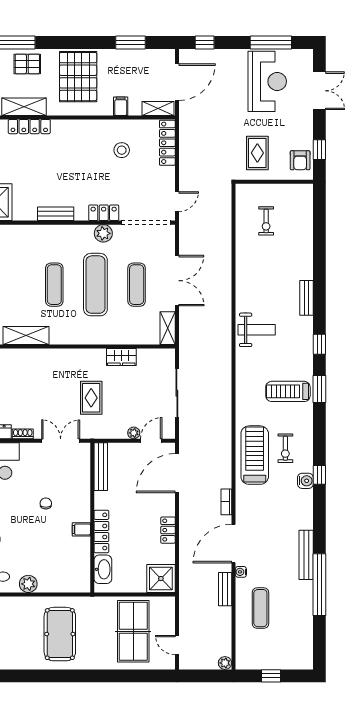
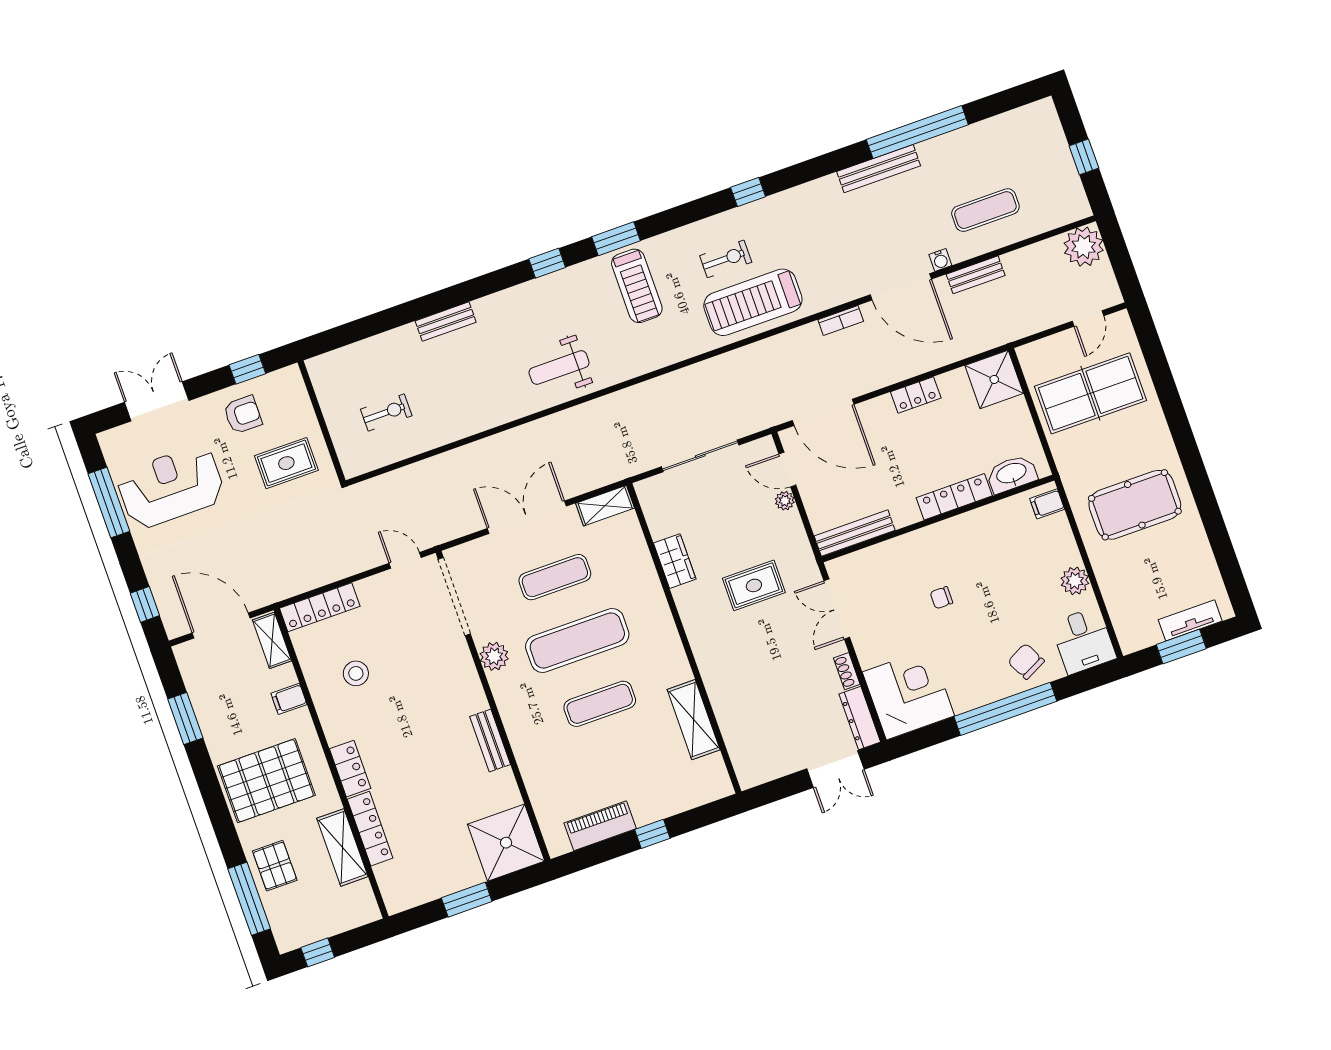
armchair: (300, 160) -> (243, 415), moved
locker: (104, 213) -> (350, 769), moved, turned 180
bench: (306, 298) -> (446, 322), moved
weight bench: (257, 330) -> (559, 368), turned -90
water cooler: (305, 481) -> (765, 210), removed
filing cabinet: (81, 529) -> (1047, 504), moved, turned 90
plant: (225, 663) -> (1084, 247), width x1.88, depth x1.88

